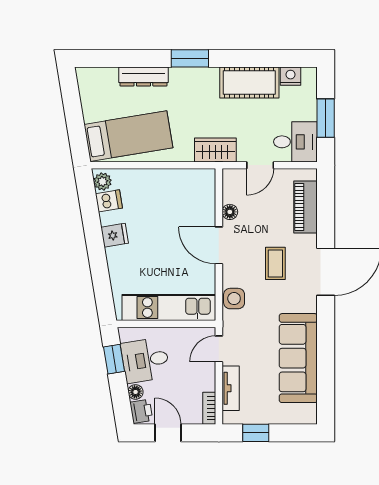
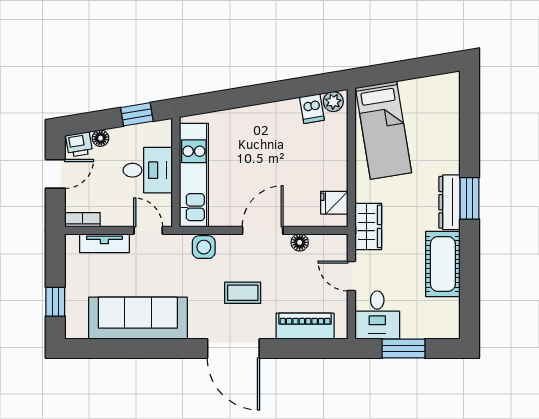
dresser: (143, 76) -> (450, 202), moved
nightstand: (291, 76) -> (450, 310), removed
fridge: (115, 235) -> (334, 203), moved, turned 99
desk: (145, 360) -> (148, 170), moved, turned 99
window: (256, 433) -> (55, 302), moved

